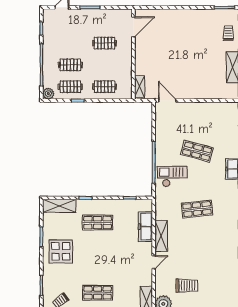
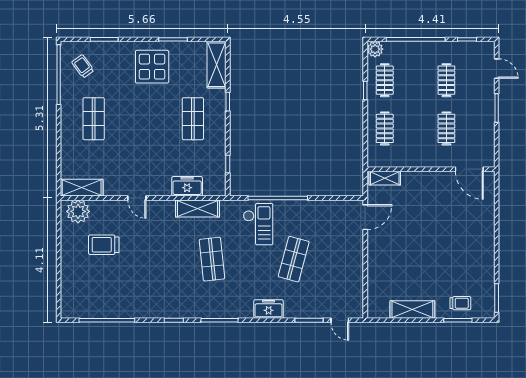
clothes rail: (70, 65) -> (446, 80), moved
freezer: (145, 227) -> (187, 186), width x0.71
shelving: (161, 236) -> (198, 208), moved
trolley: (187, 286) -> (104, 245), turned 90

